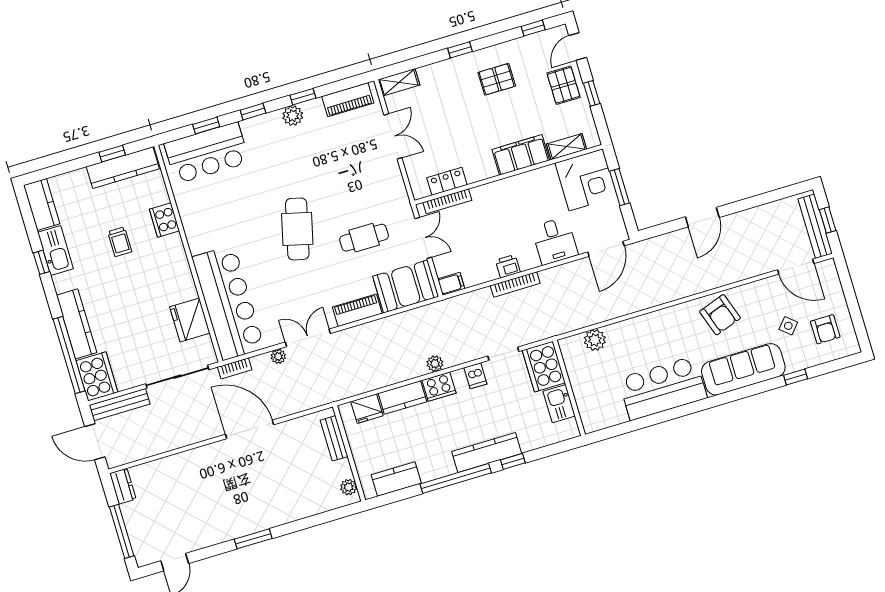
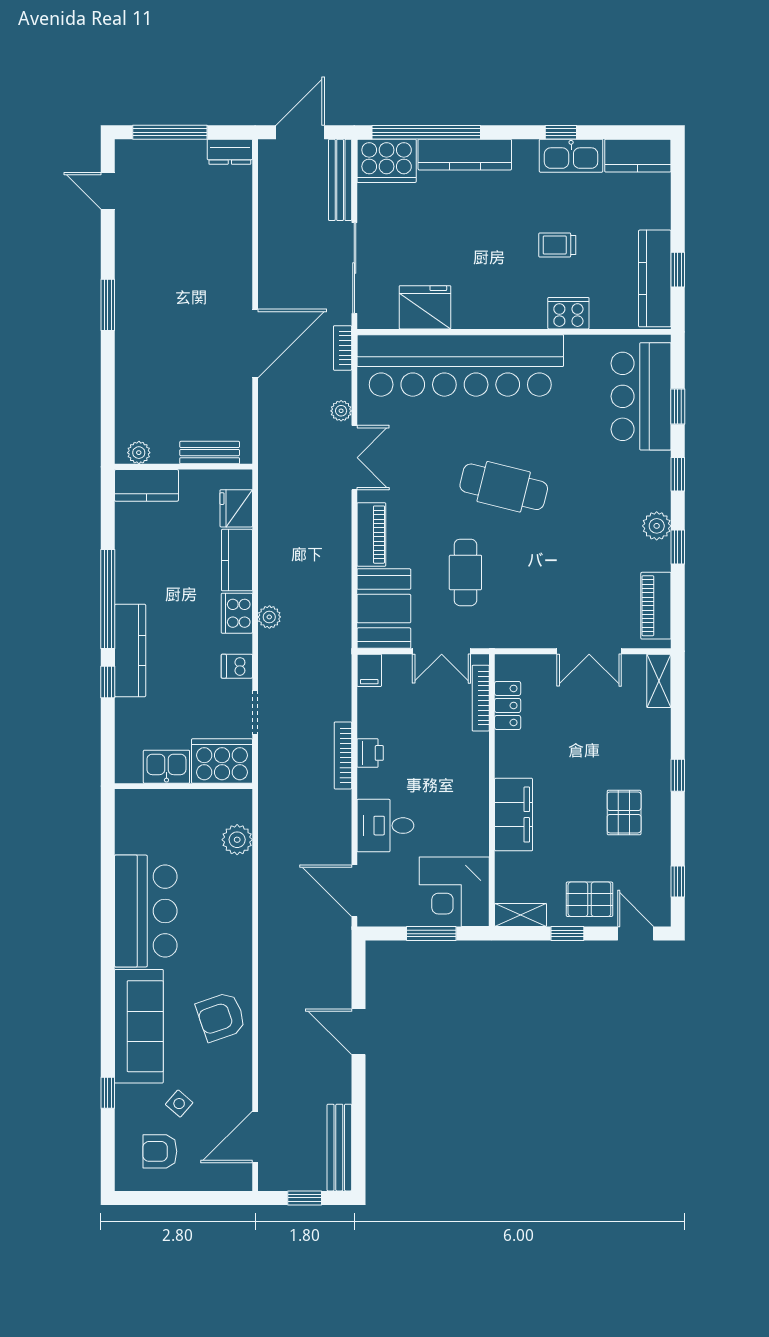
shelving: (567, 147) -> (521, 915), moved, turned 90
bench: (815, 226) -> (339, 1148), moved, turned 90
bar counter: (228, 303) -> (460, 365), width x1.36
kitchen counter: (396, 479) -> (146, 485), moved, turned 90

